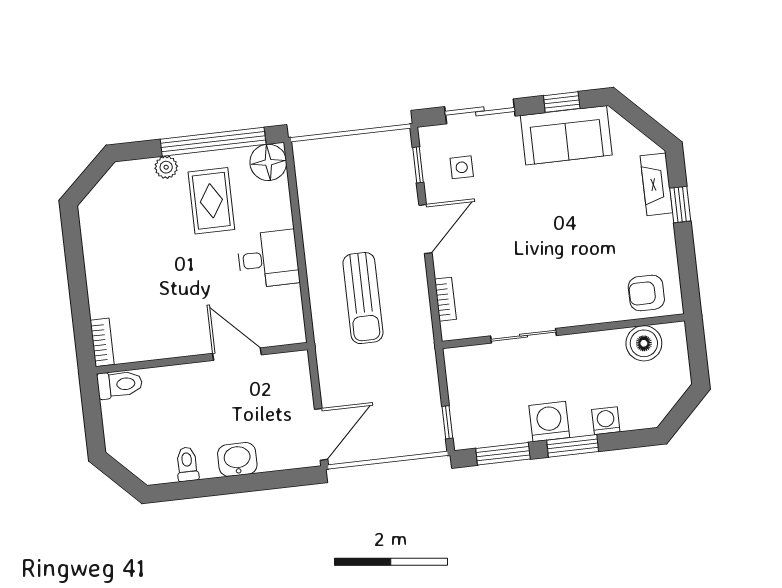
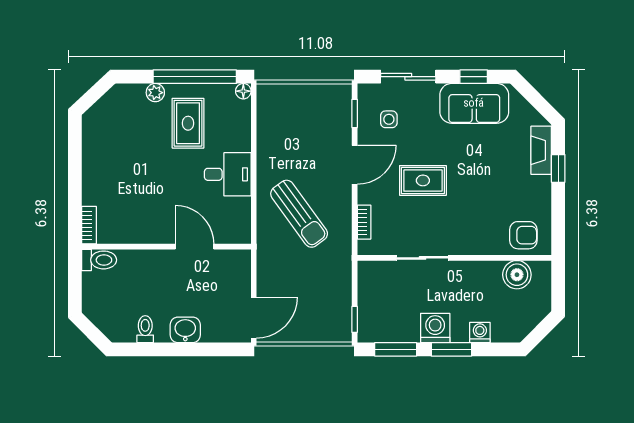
floor lamp: (268, 162) -> (243, 91), width x0.53, depth x0.53
rug: (513, 239) -> (423, 180), added
armchair: (646, 293) -> (523, 235), turned 180
sun lounger: (363, 298) -> (299, 214), turned -36

